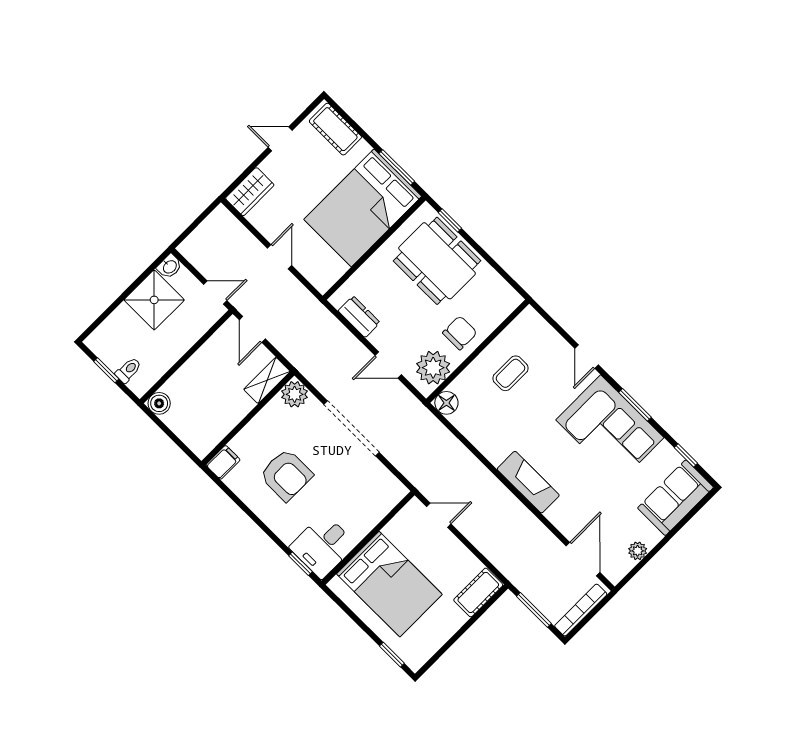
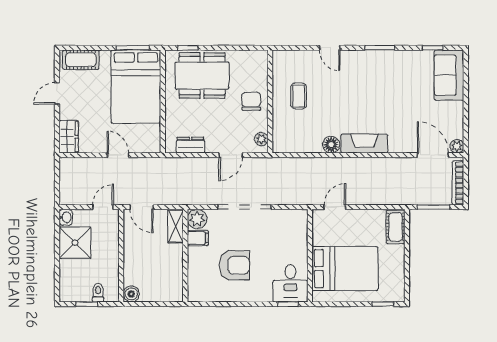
plant: (433, 368) -> (261, 139), width x0.53, depth x0.53
floor lamp: (446, 403) -> (331, 145), moved
corner sofa: (610, 429) -> (379, 73), removed
filing cabinet: (223, 462) -> (198, 238), moved, turned 90
plant: (638, 551) -> (457, 146), moved

